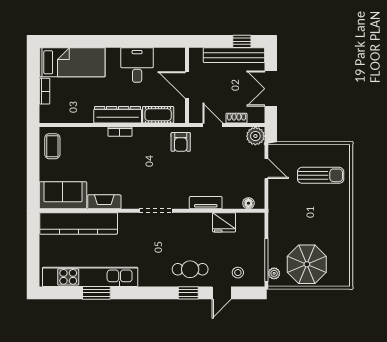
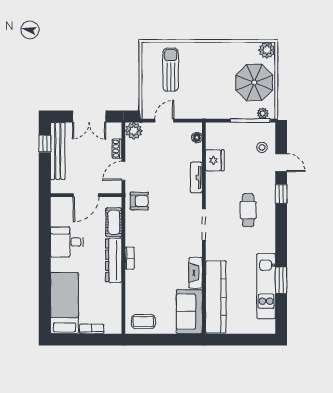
cafe table: (190, 269) -> (248, 210), moved
kitchen unit: (90, 277) -> (266, 286), width x0.73
plant: (341, 278) -> (267, 50), added

